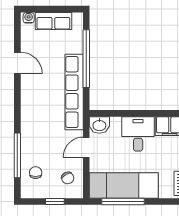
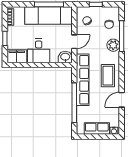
door: (17, 63) -> (122, 100), hinge flipped
coffee table: (37, 98) -> (108, 76), added
plant: (30, 142) -> (113, 45), added

